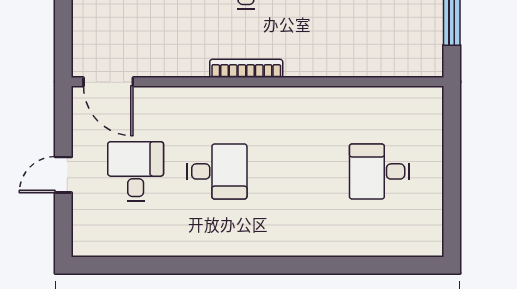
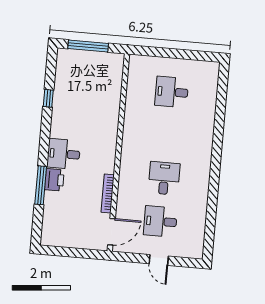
bookcase: (246, 68) -> (108, 193), moved
desk: (379, 171) -> (172, 92), turned 90

